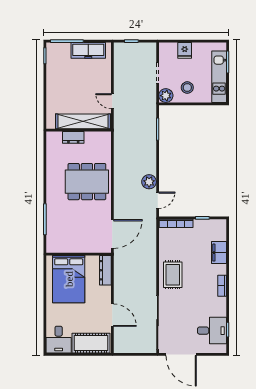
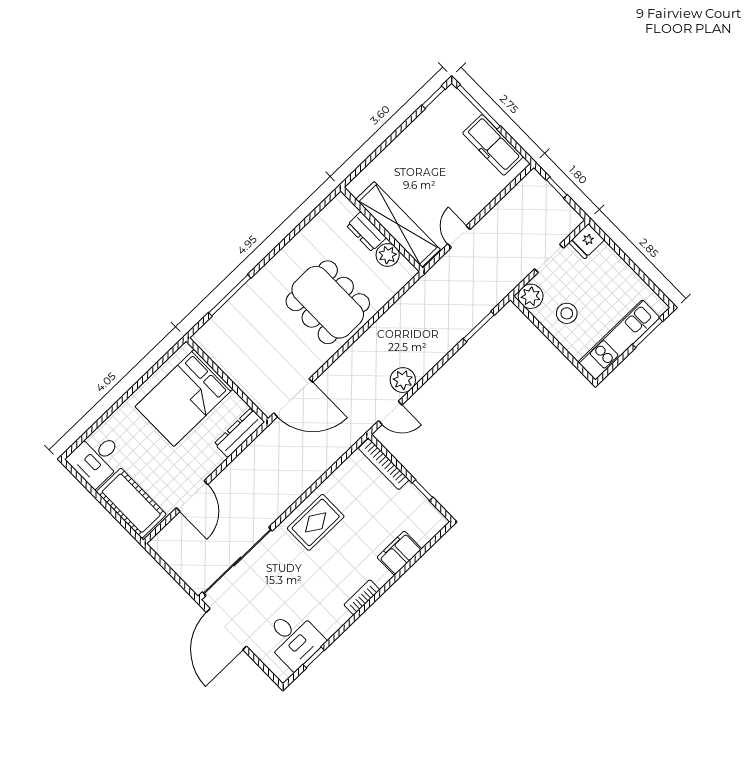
fridge: (185, 50) -> (587, 241), moved
plant: (91, 138) -> (388, 255), added

